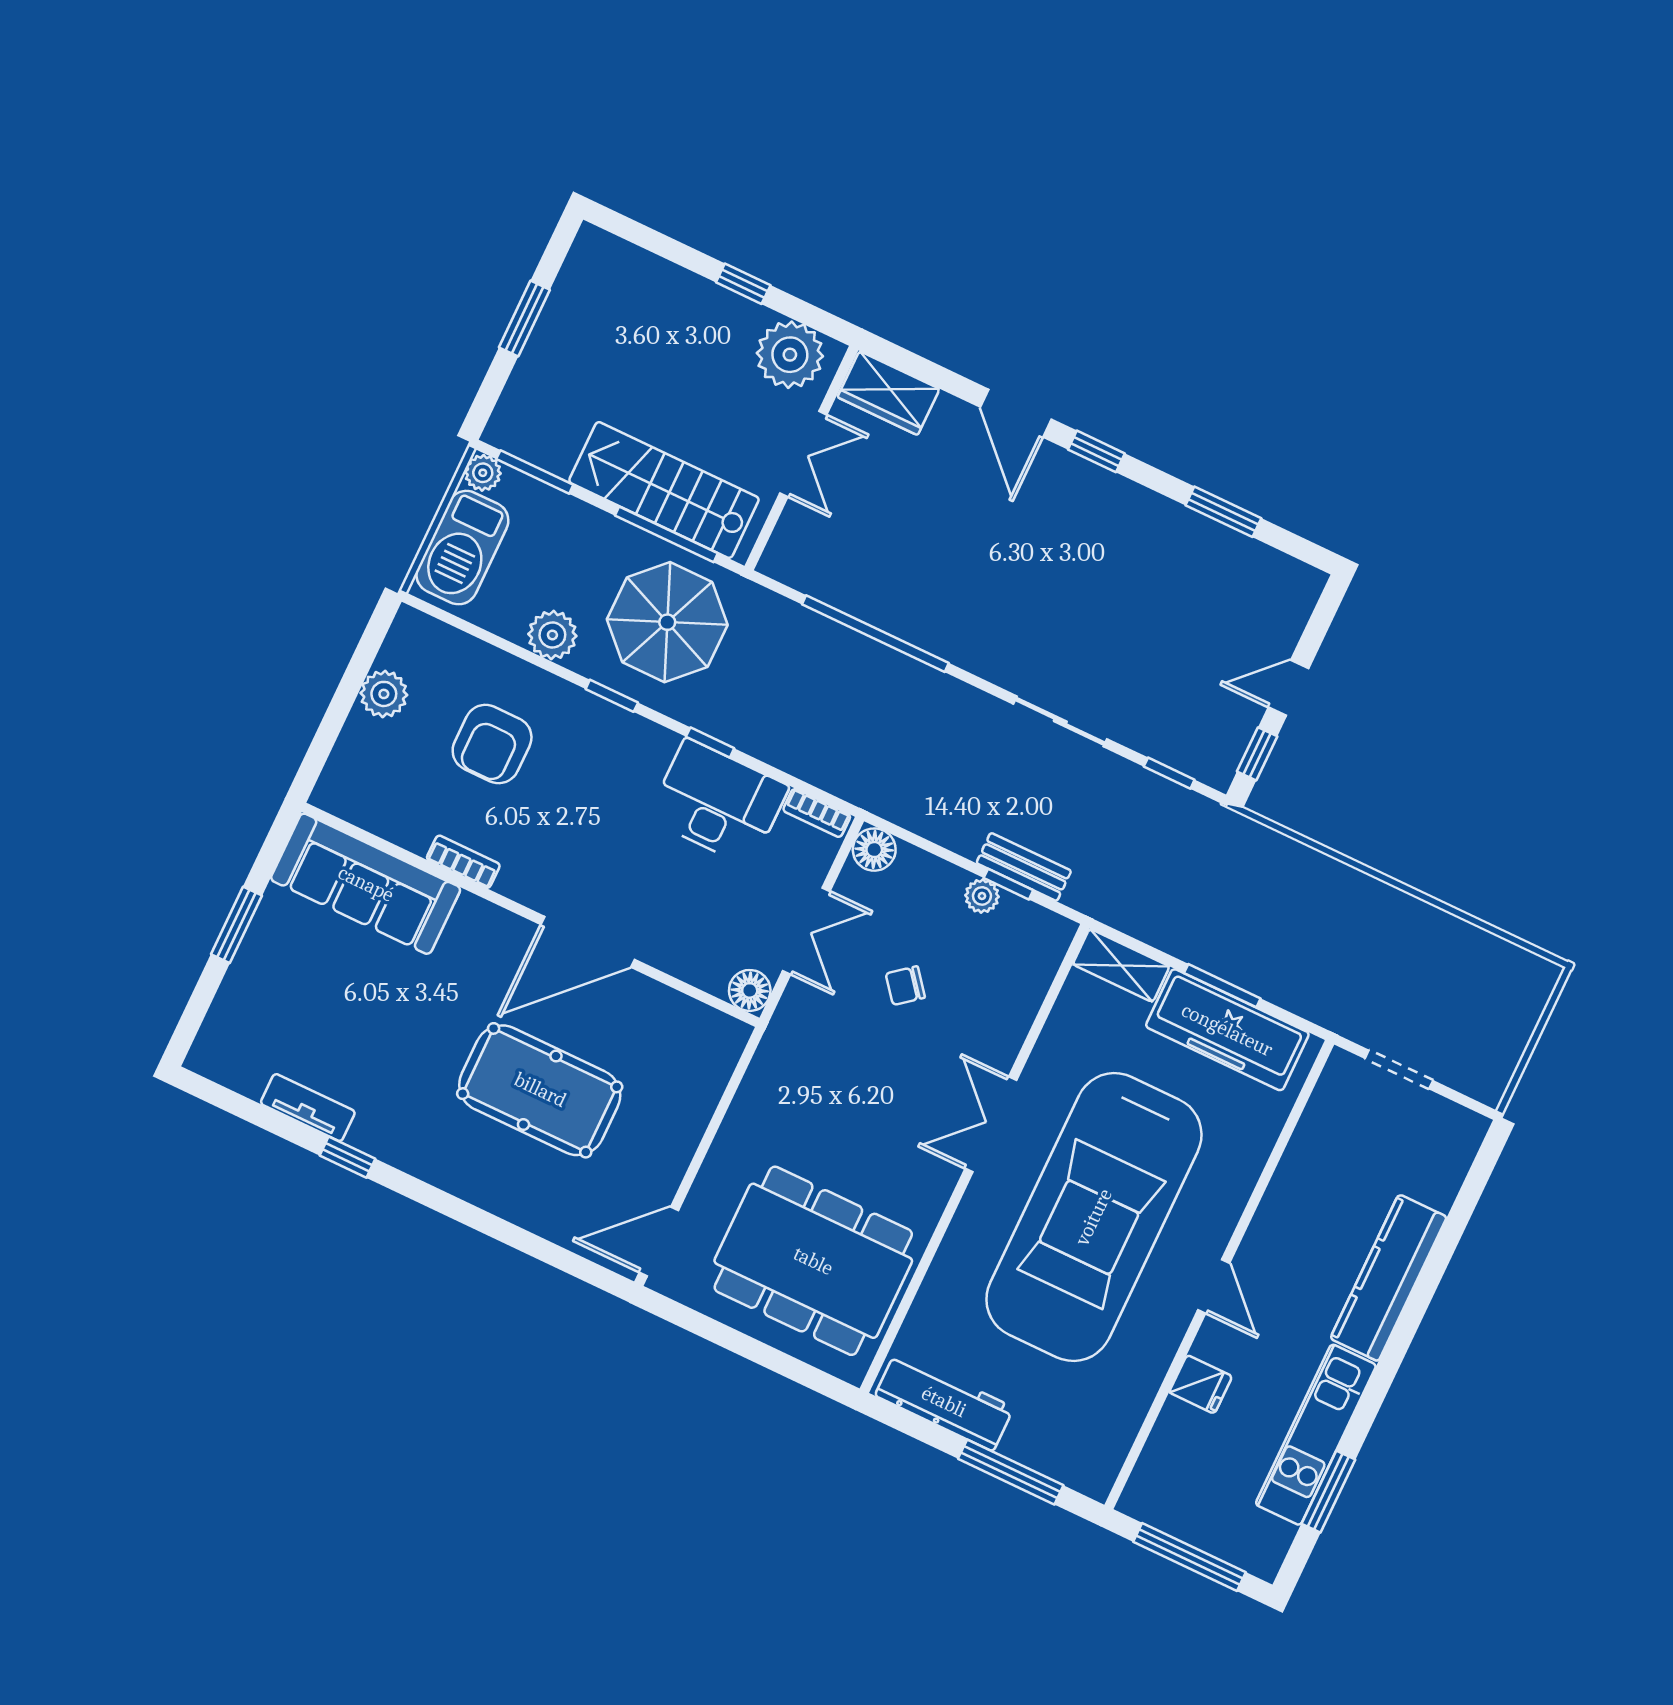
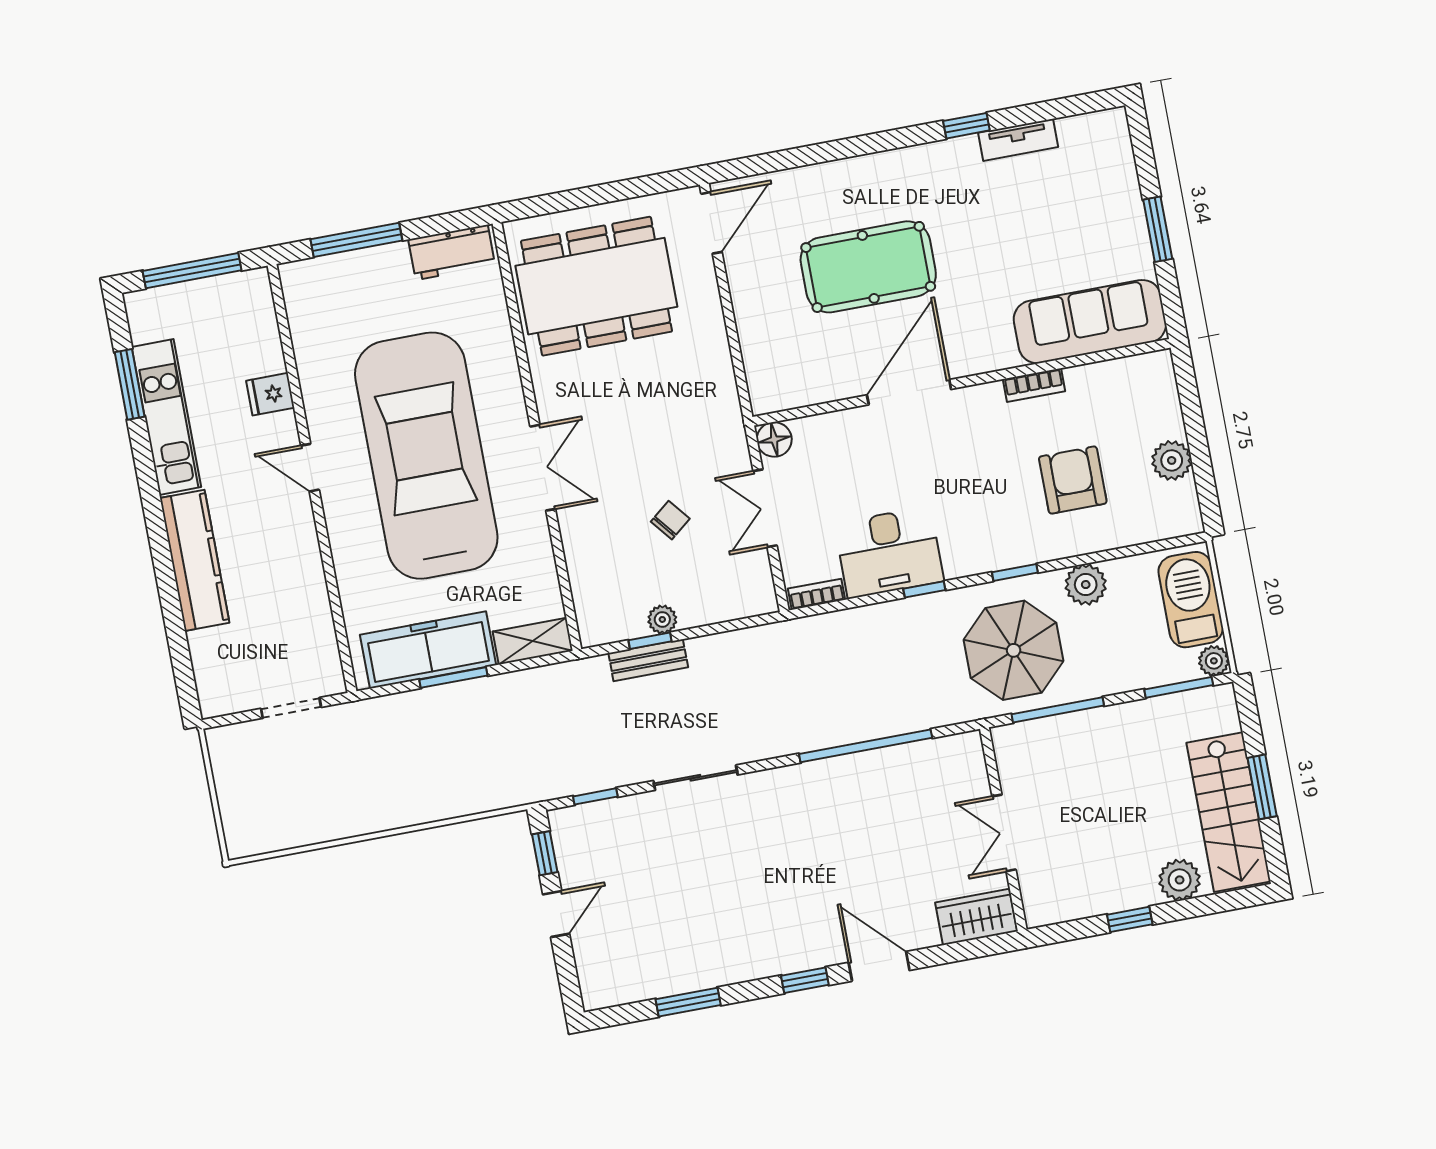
plant: (790, 355) -> (1180, 880), moved, width x0.73, depth x0.73
stairs: (664, 490) -> (1228, 812), moved, turned 90
floor lamp: (874, 850) -> (759, 598), removed
workbench: (944, 1402) -> (452, 252), width x0.73

